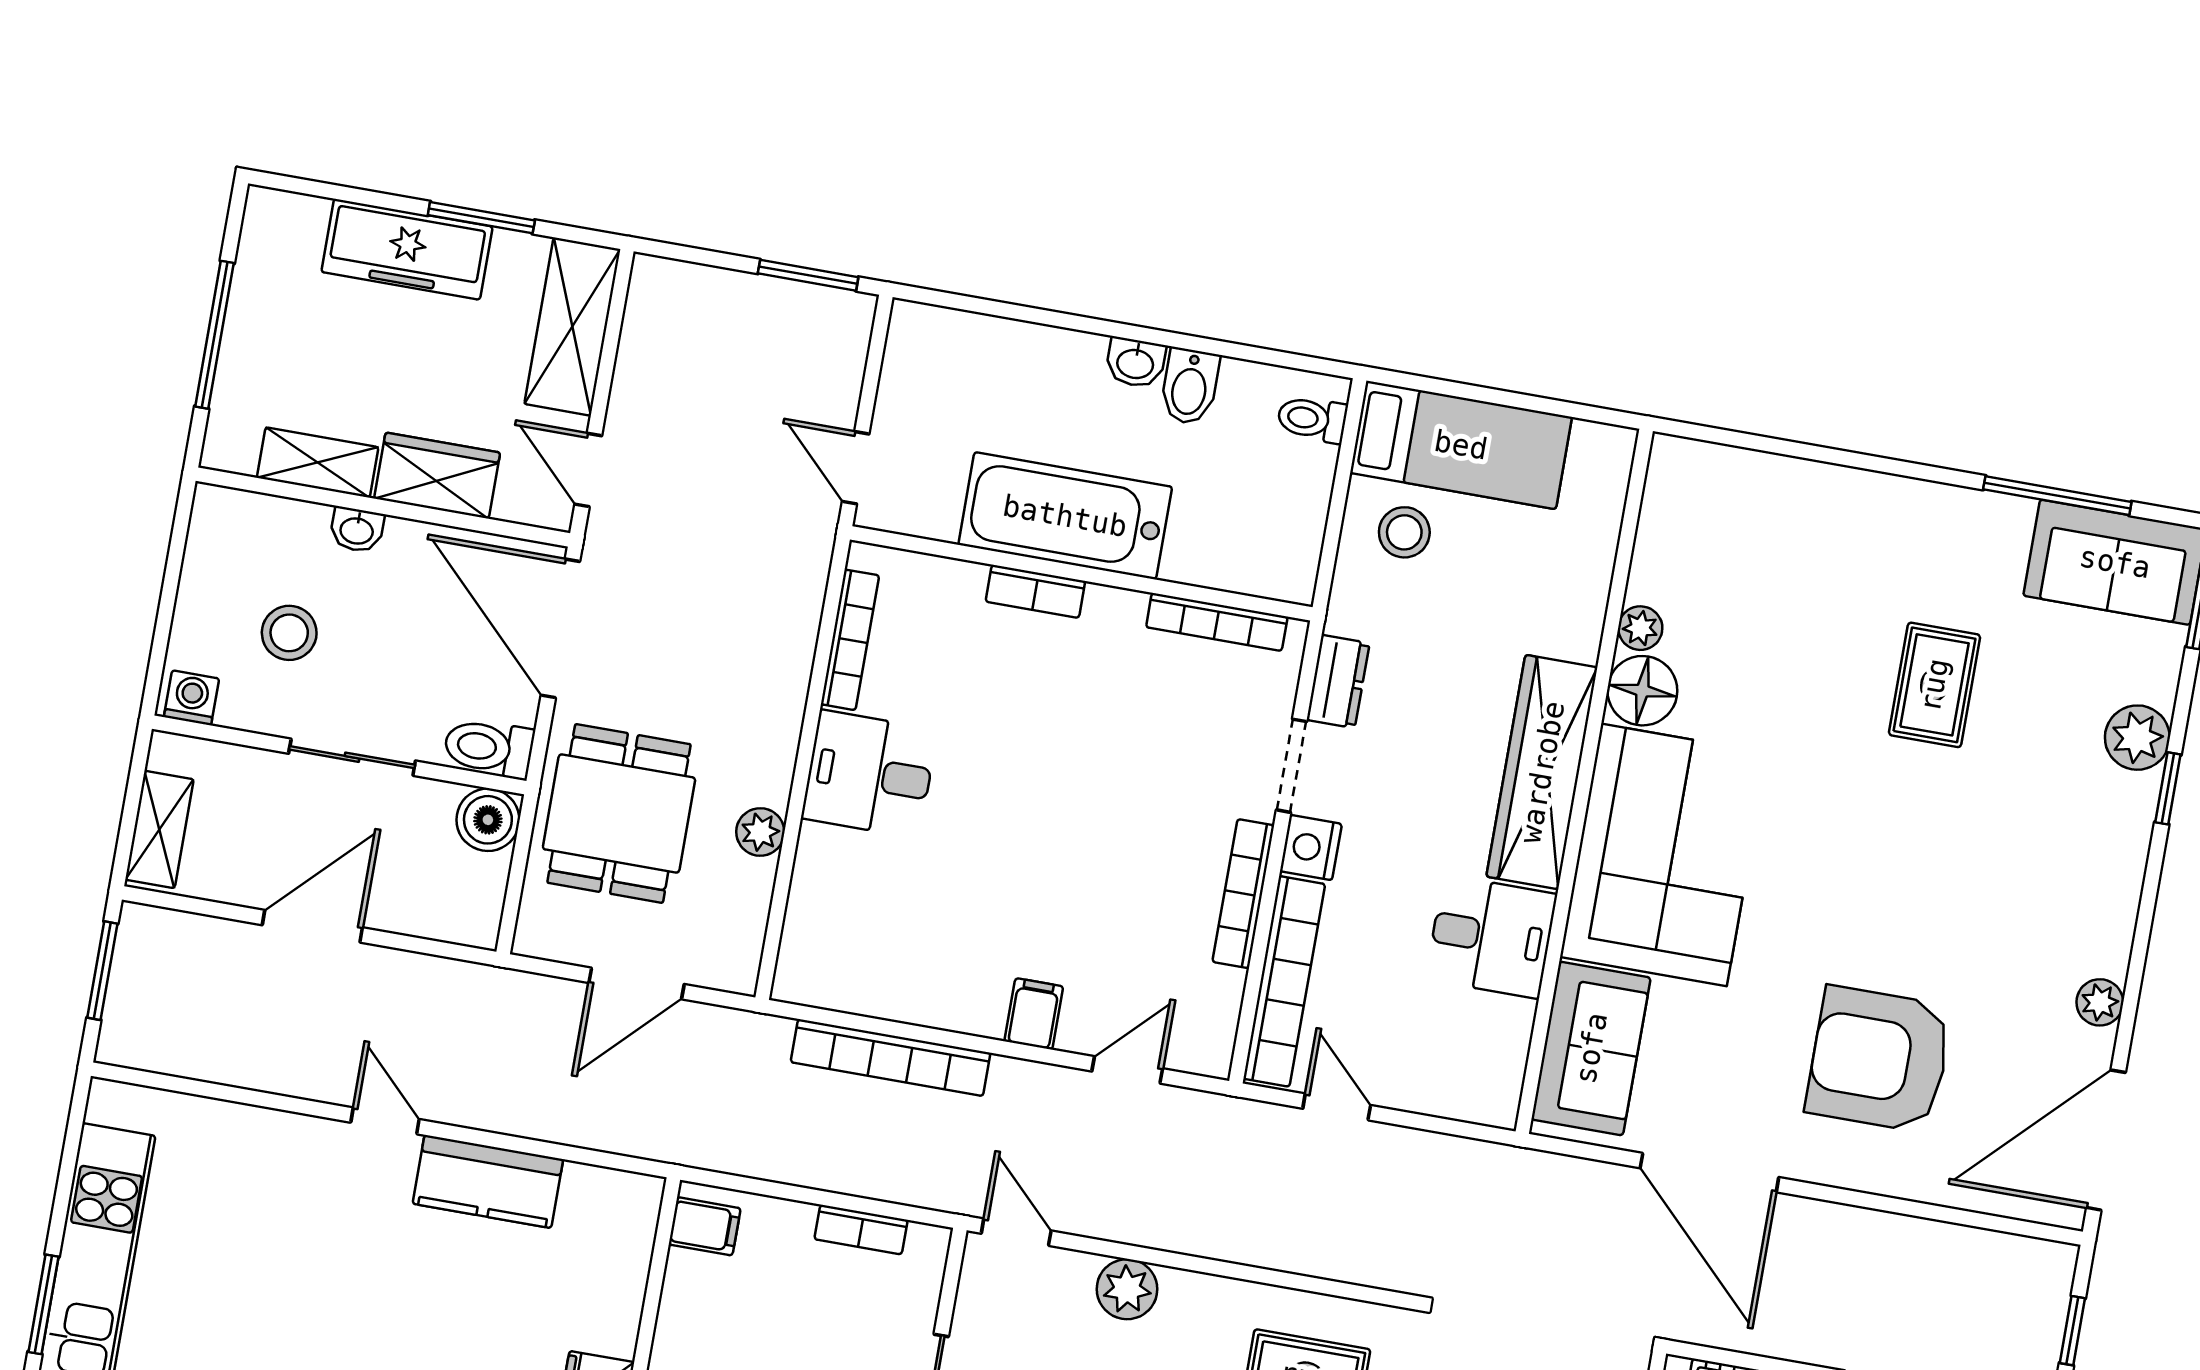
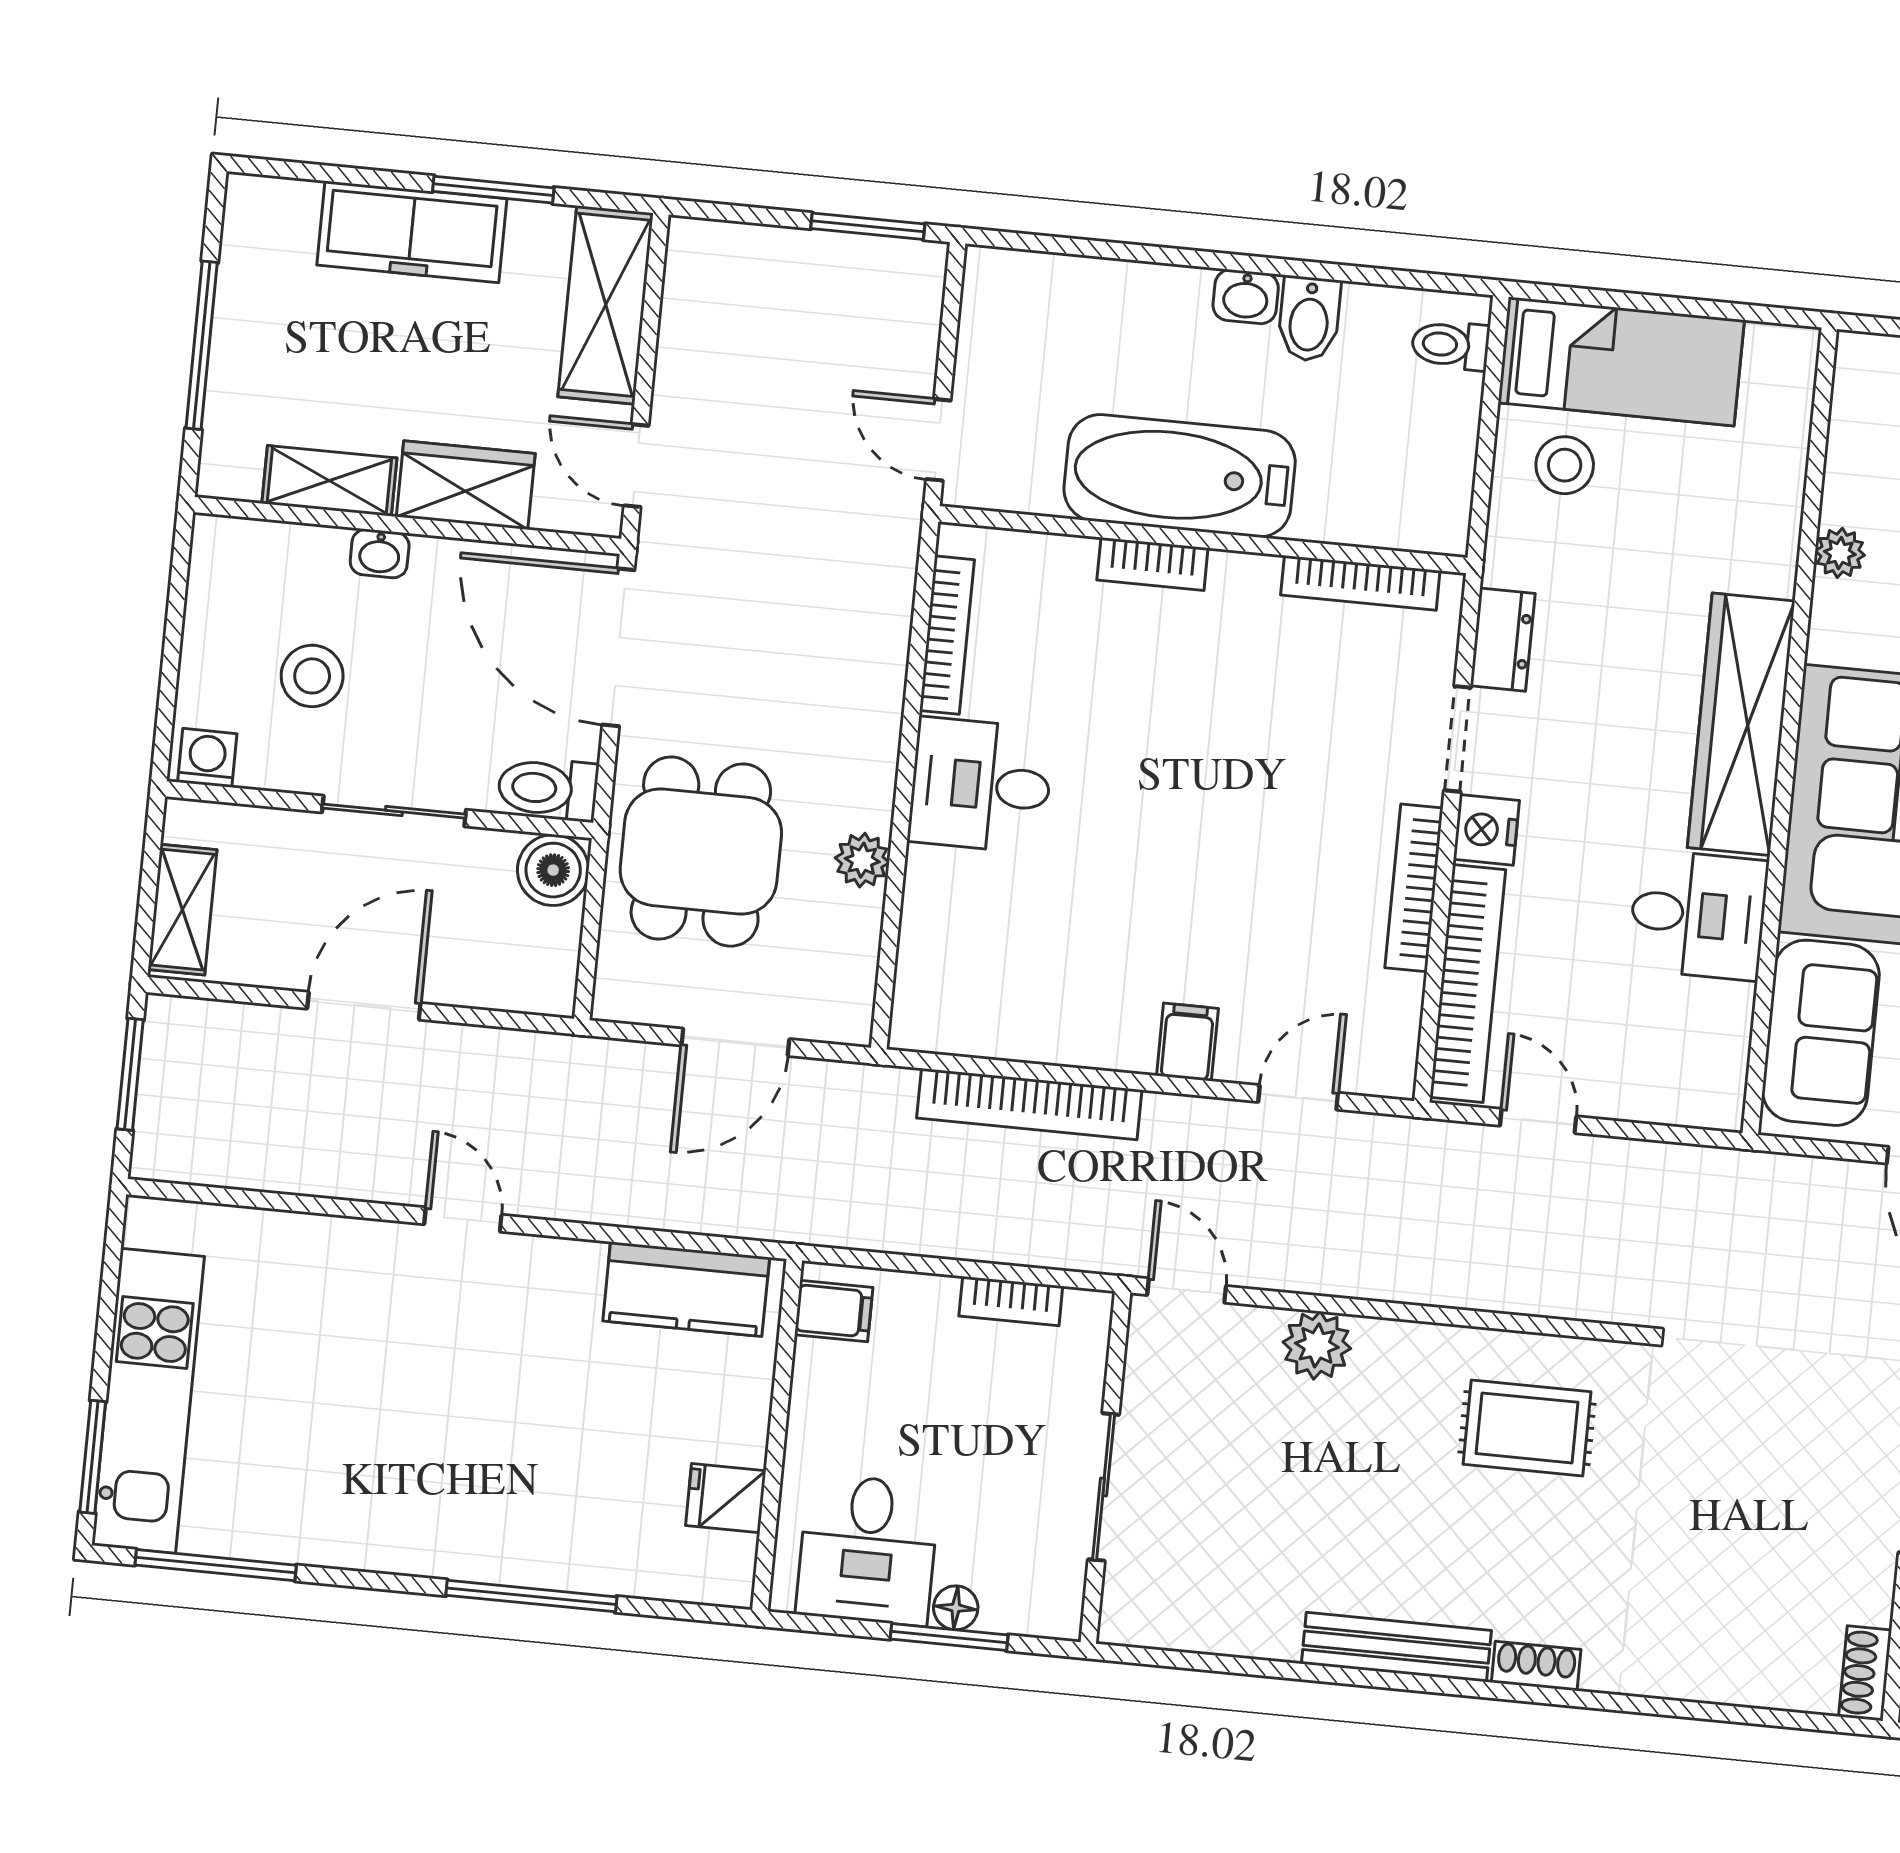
floor lamp: (1642, 691) -> (1848, 624), removed
kitchen counter: (488, 1181) -> (686, 1289), moved

